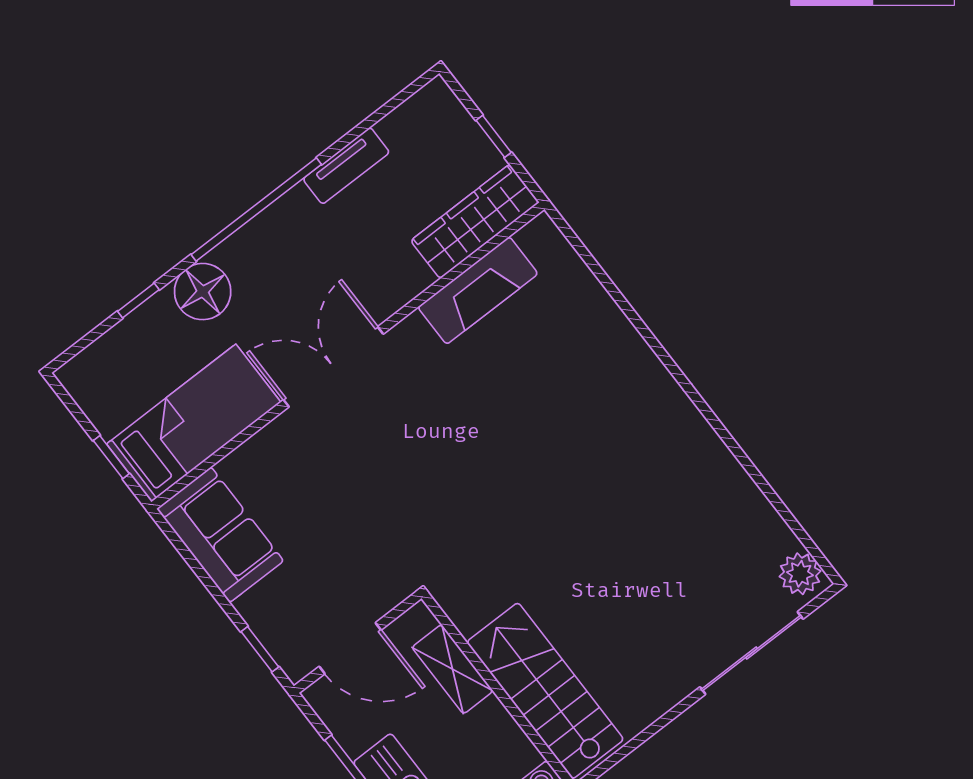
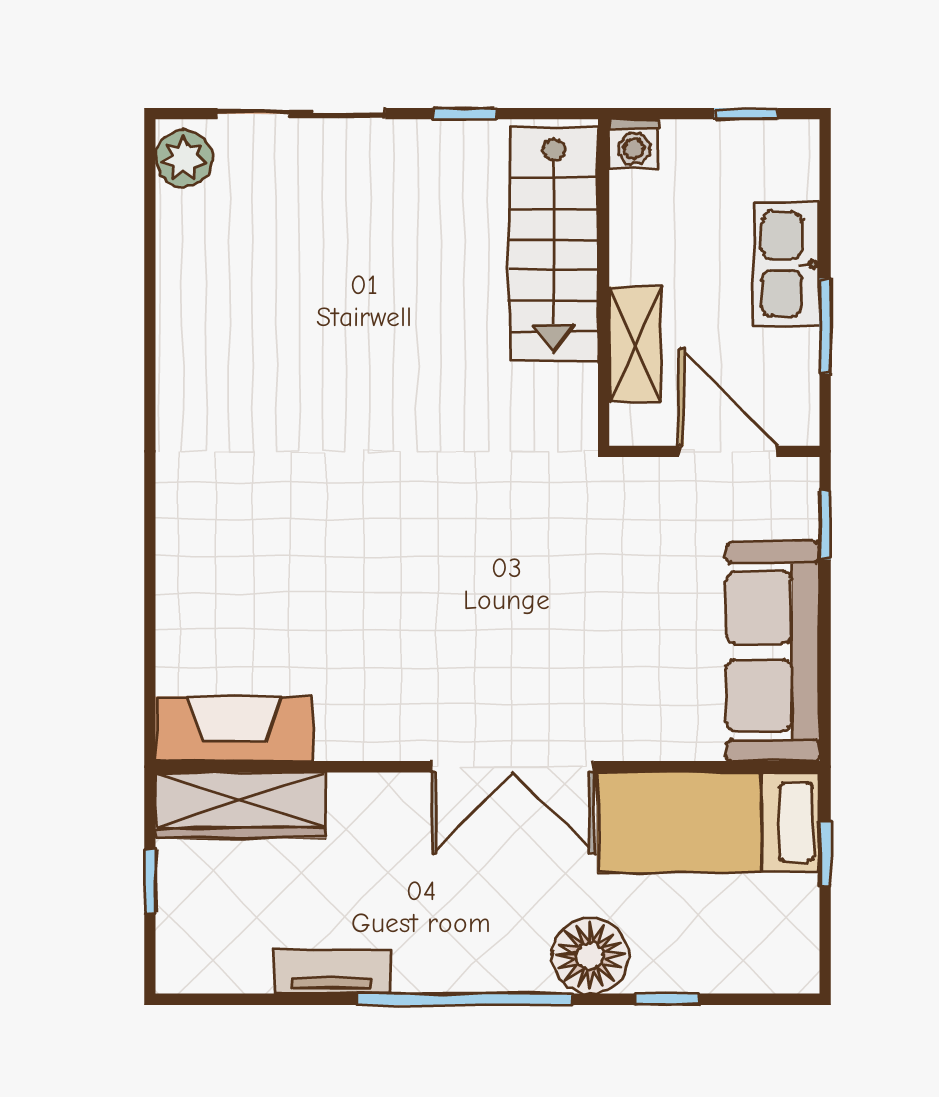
fireplace: (478, 290) -> (234, 729), moved
sofa: (220, 535) -> (773, 651), width x1.36
window: (656, 727) -> (465, 114), added

